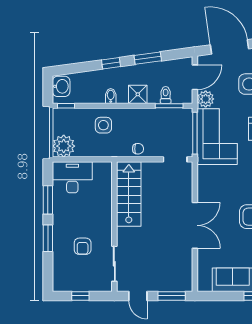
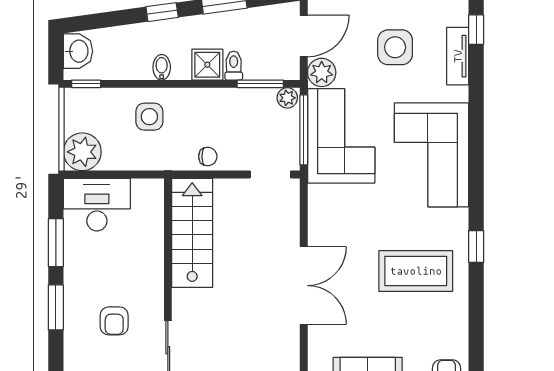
toilet: (166, 95) -> (234, 66), moved
plant: (185, 114) -> (287, 98), added

